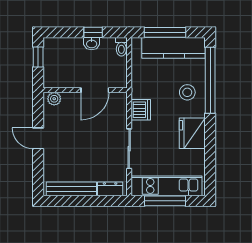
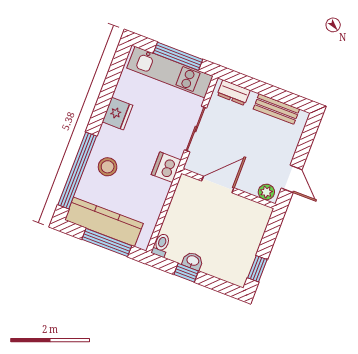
wall: (85, 90) -> (228, 189), moved
door: (95, 90) -> (218, 184), moved
plant: (54, 99) -> (266, 192), moved
fridge: (192, 133) -> (117, 114), width x0.73, depth x0.75
bench: (71, 189) -> (276, 109), width x0.73

